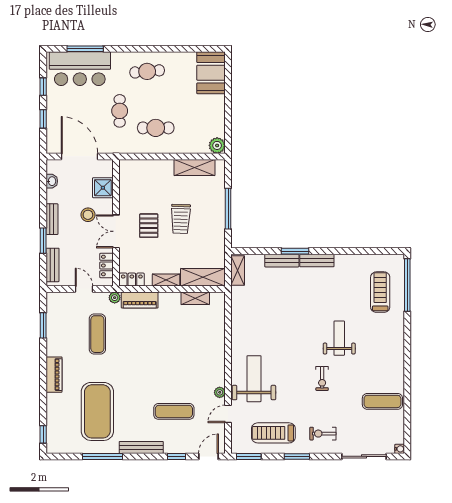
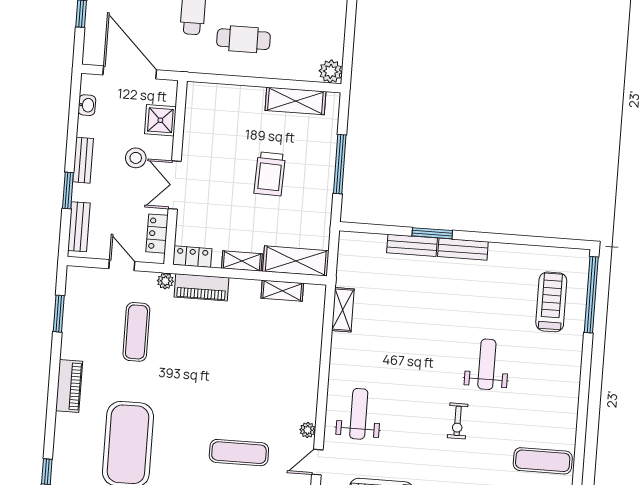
pallet: (149, 226) -> (223, 180), removed
shelving: (238, 270) -> (343, 310), moved
weight bench: (254, 379) -> (359, 414), width x0.73, depth x0.75

